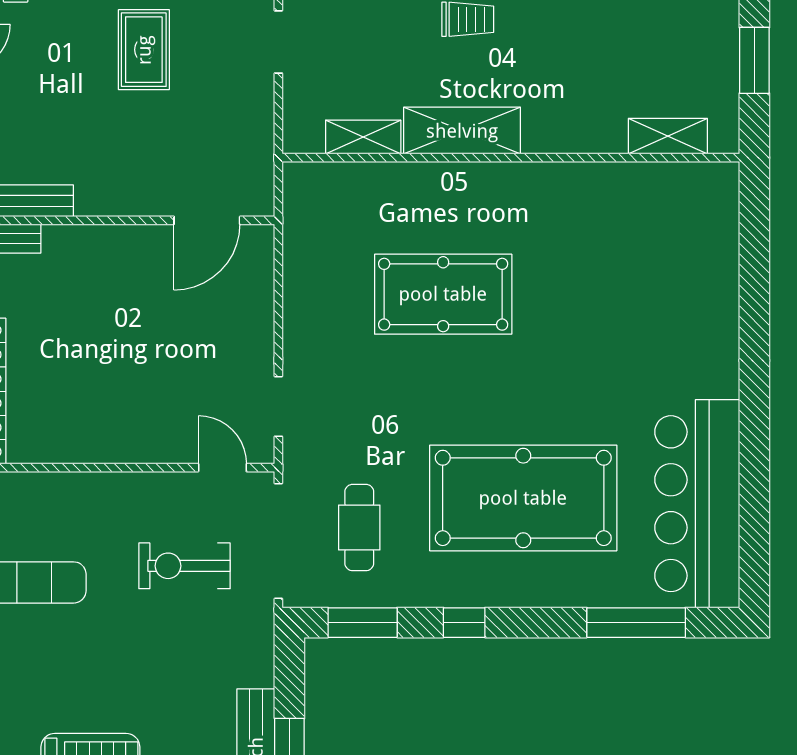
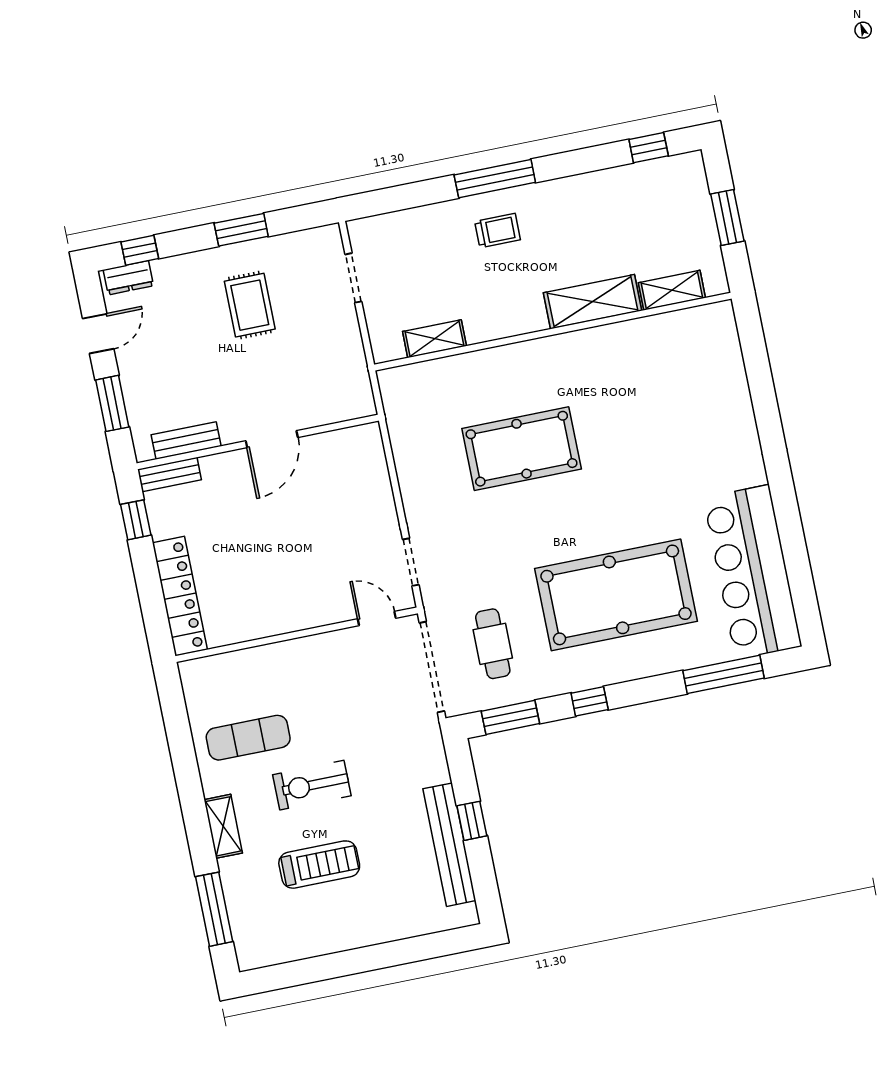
shelving: (462, 131) -> (592, 302), moved
door: (207, 220) -> (272, 439), moved
exercise bike: (184, 566) -> (312, 785), moved

